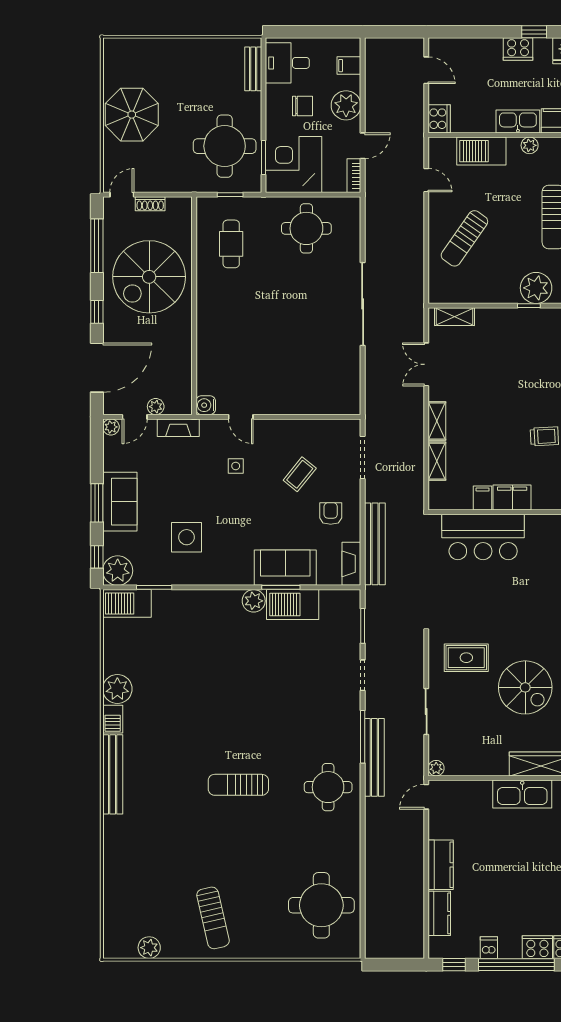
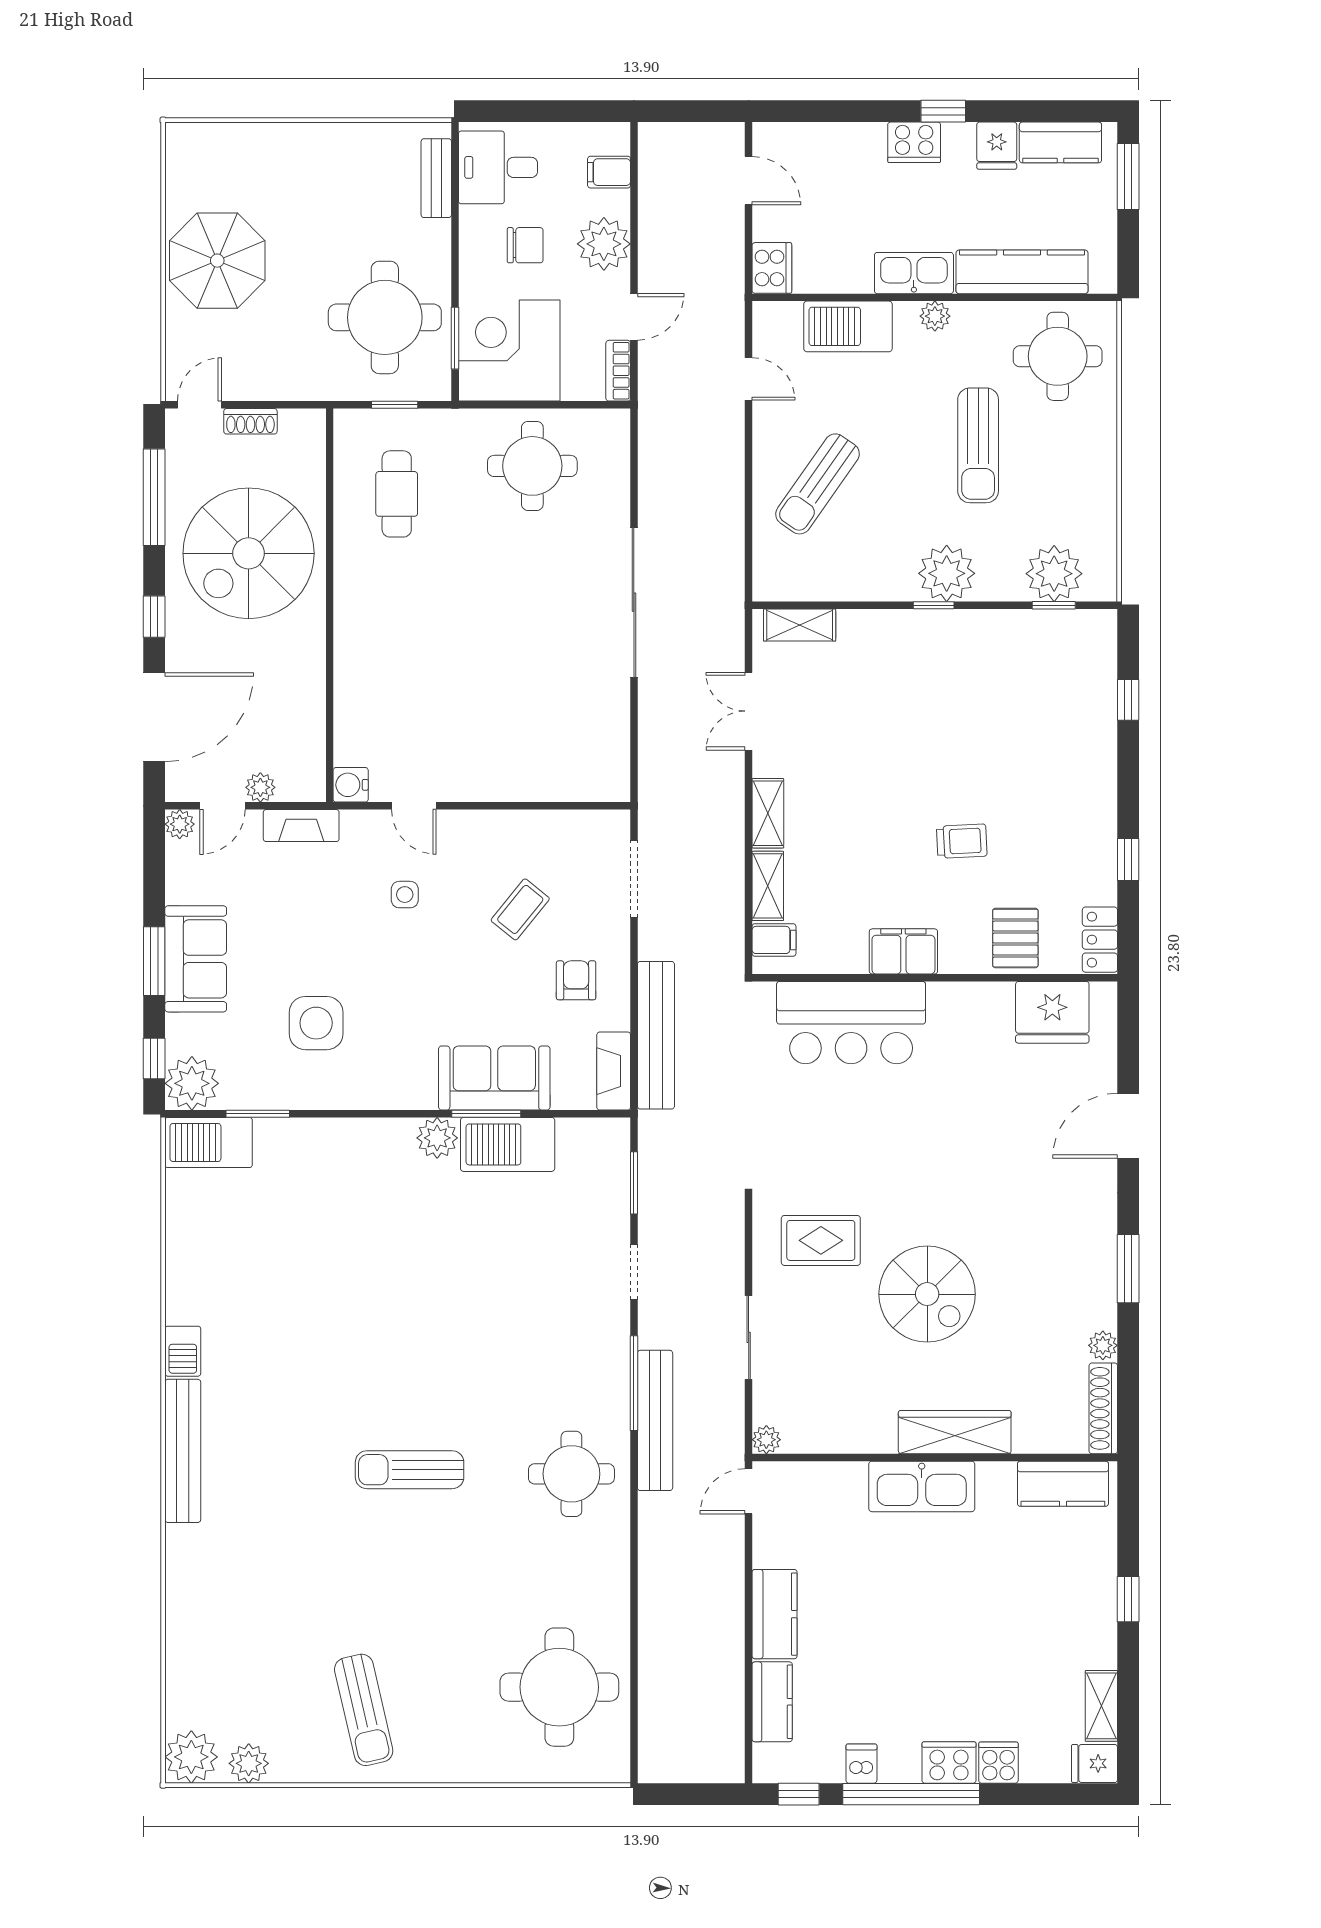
filing cabinet: (483, 498) -> (774, 940), moved, turned 90
plant: (117, 689) -> (191, 1757), moved

